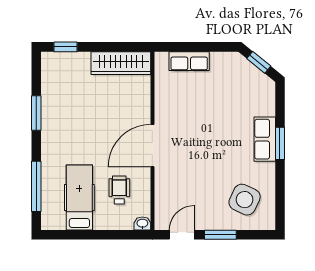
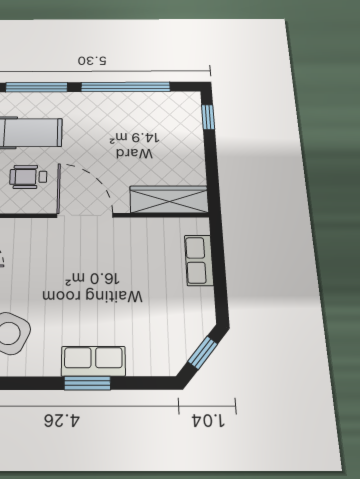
wardrobe: (121, 63) -> (169, 199), moved, turned 90
window: (36, 113) -> (126, 87), width x2.11
wheelchair: (119, 190) -> (28, 177), turned 180

